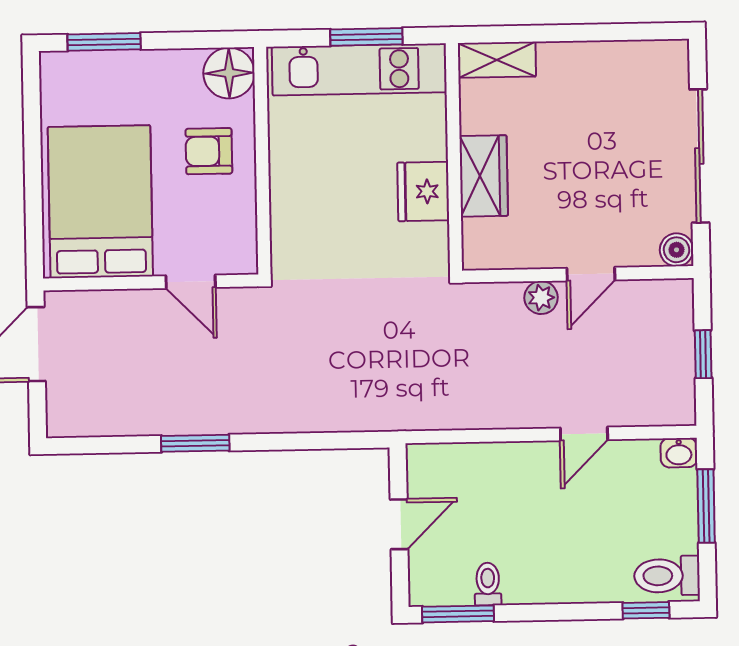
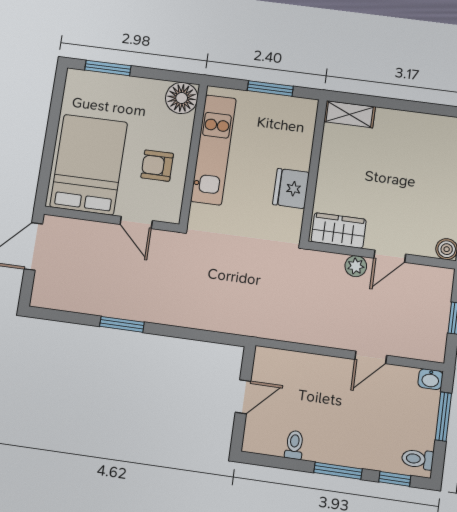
kitchen unit: (359, 69) -> (213, 150), moved, turned -90
armchair: (209, 151) -> (157, 166), moved
wardrobe: (484, 176) -> (339, 231), moved, turned -90
toilet: (667, 576) -> (418, 459), width x0.73, depth x0.72
window: (458, 614) -> (338, 471), moved

